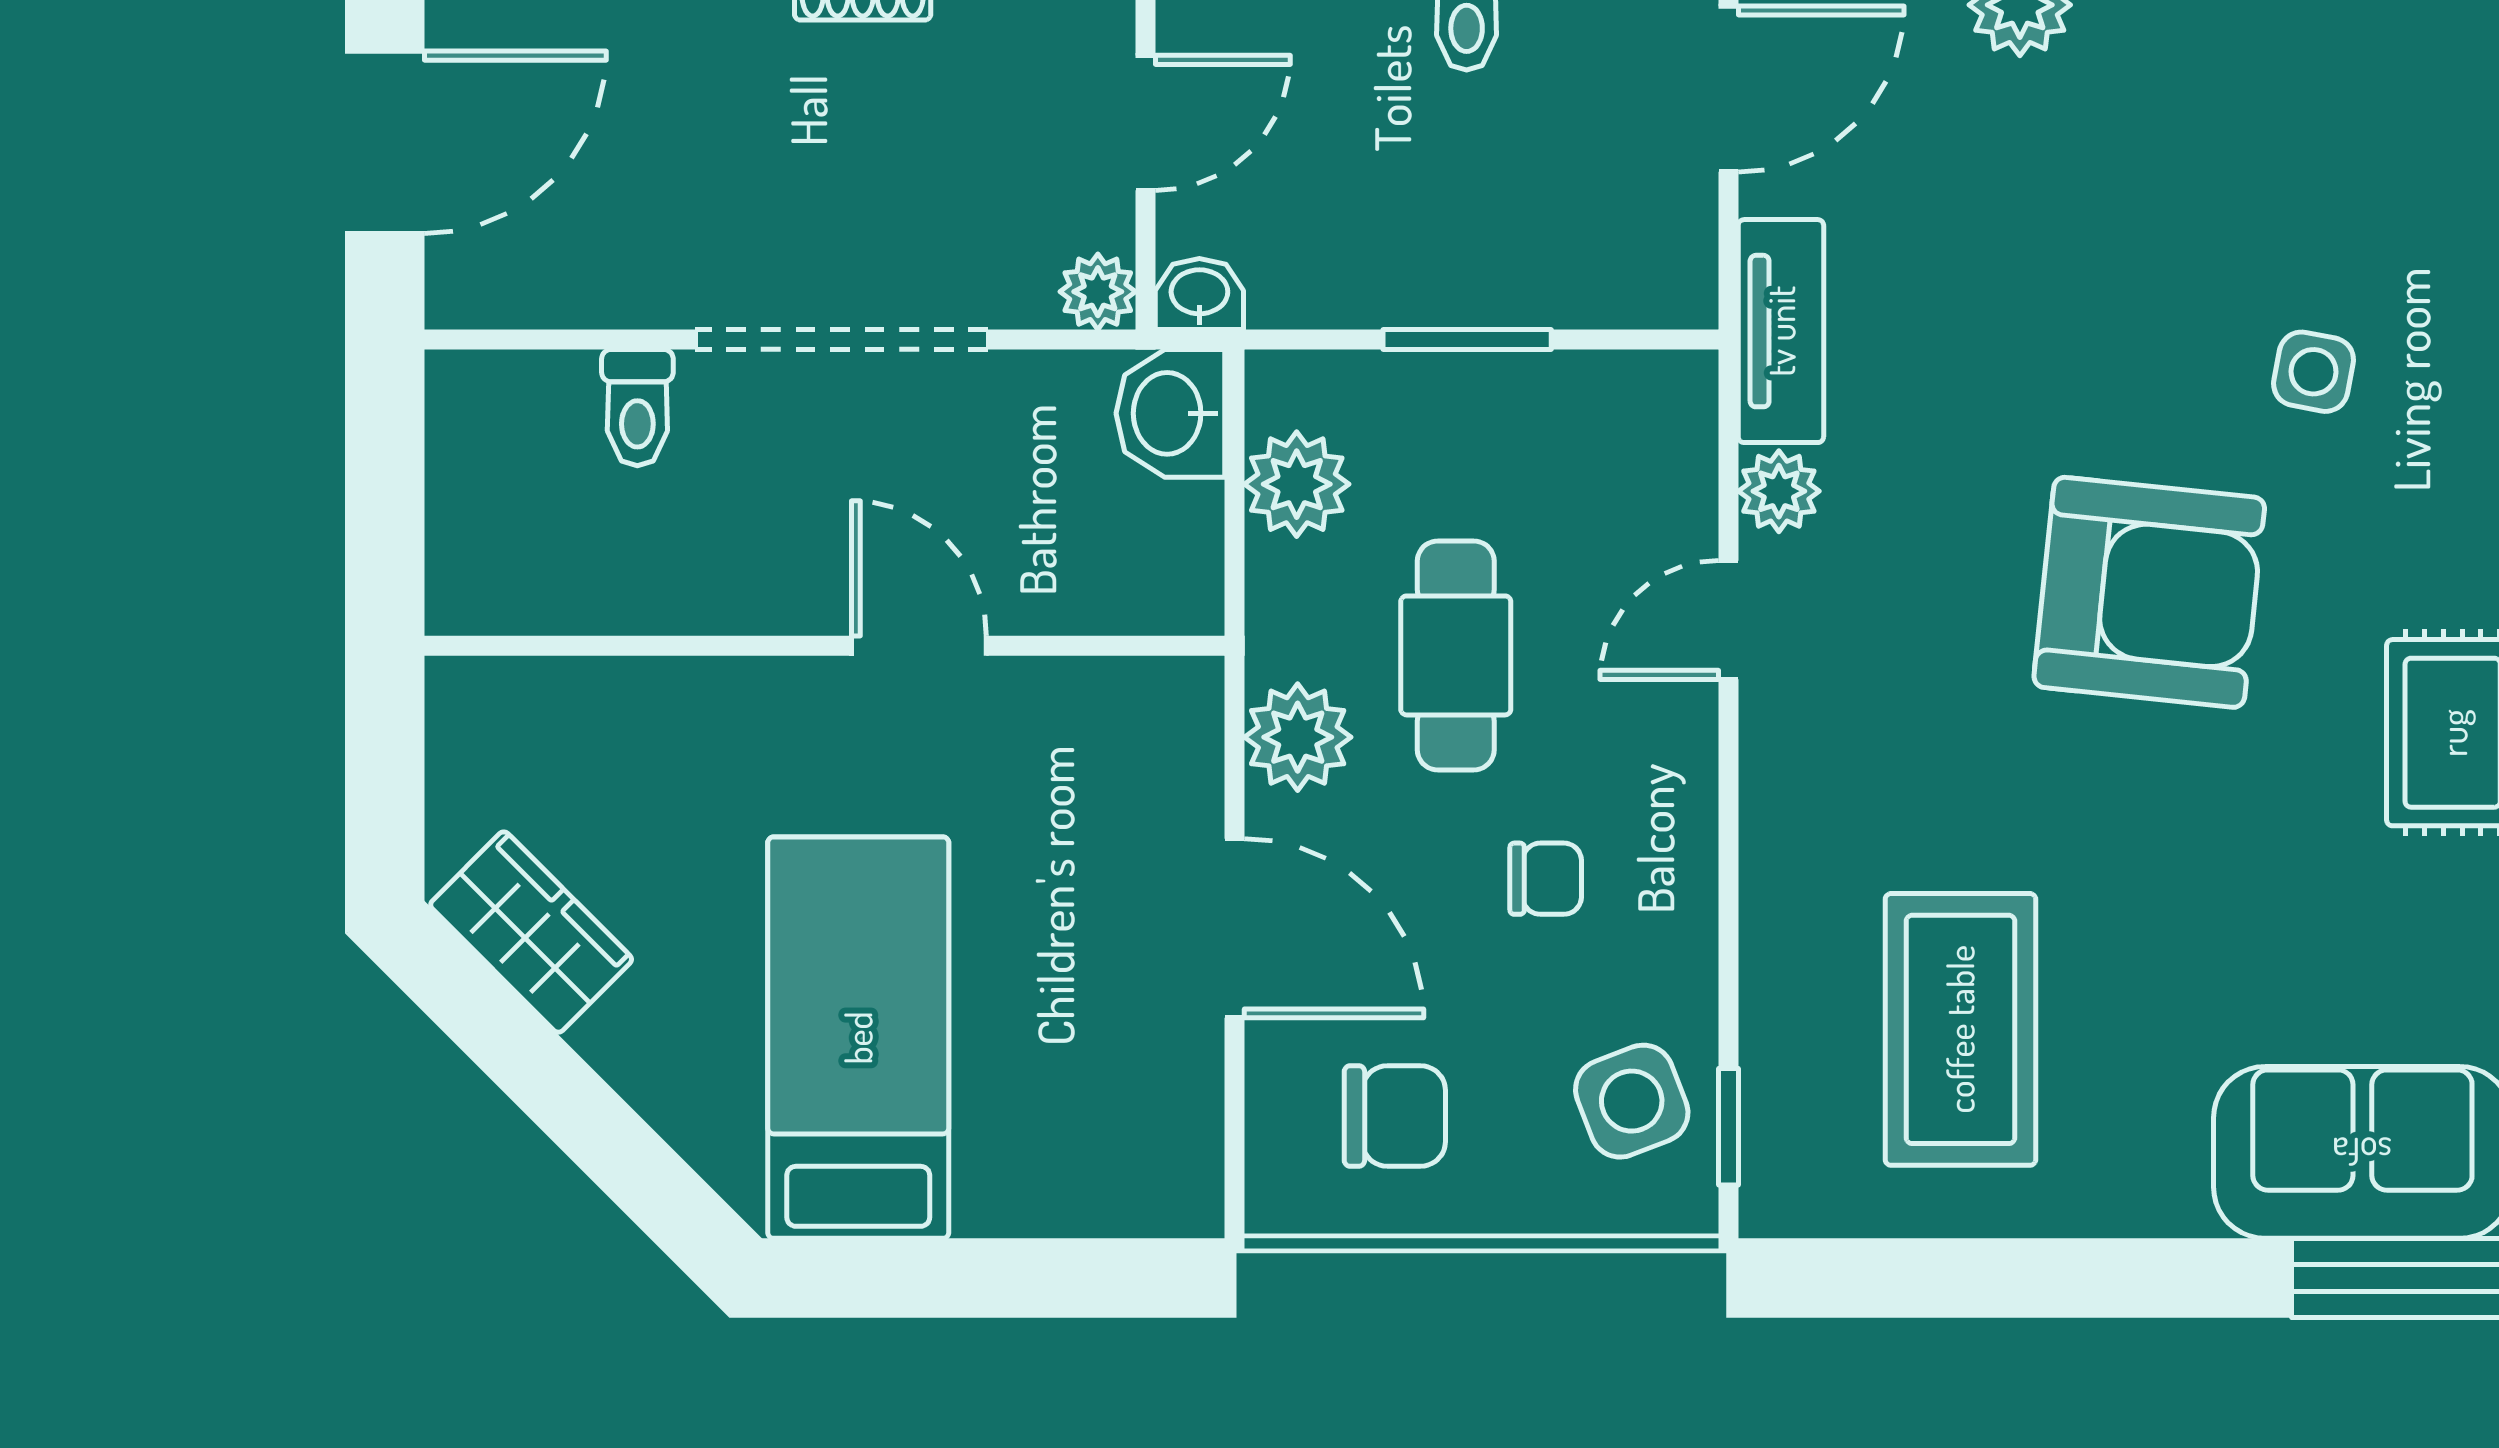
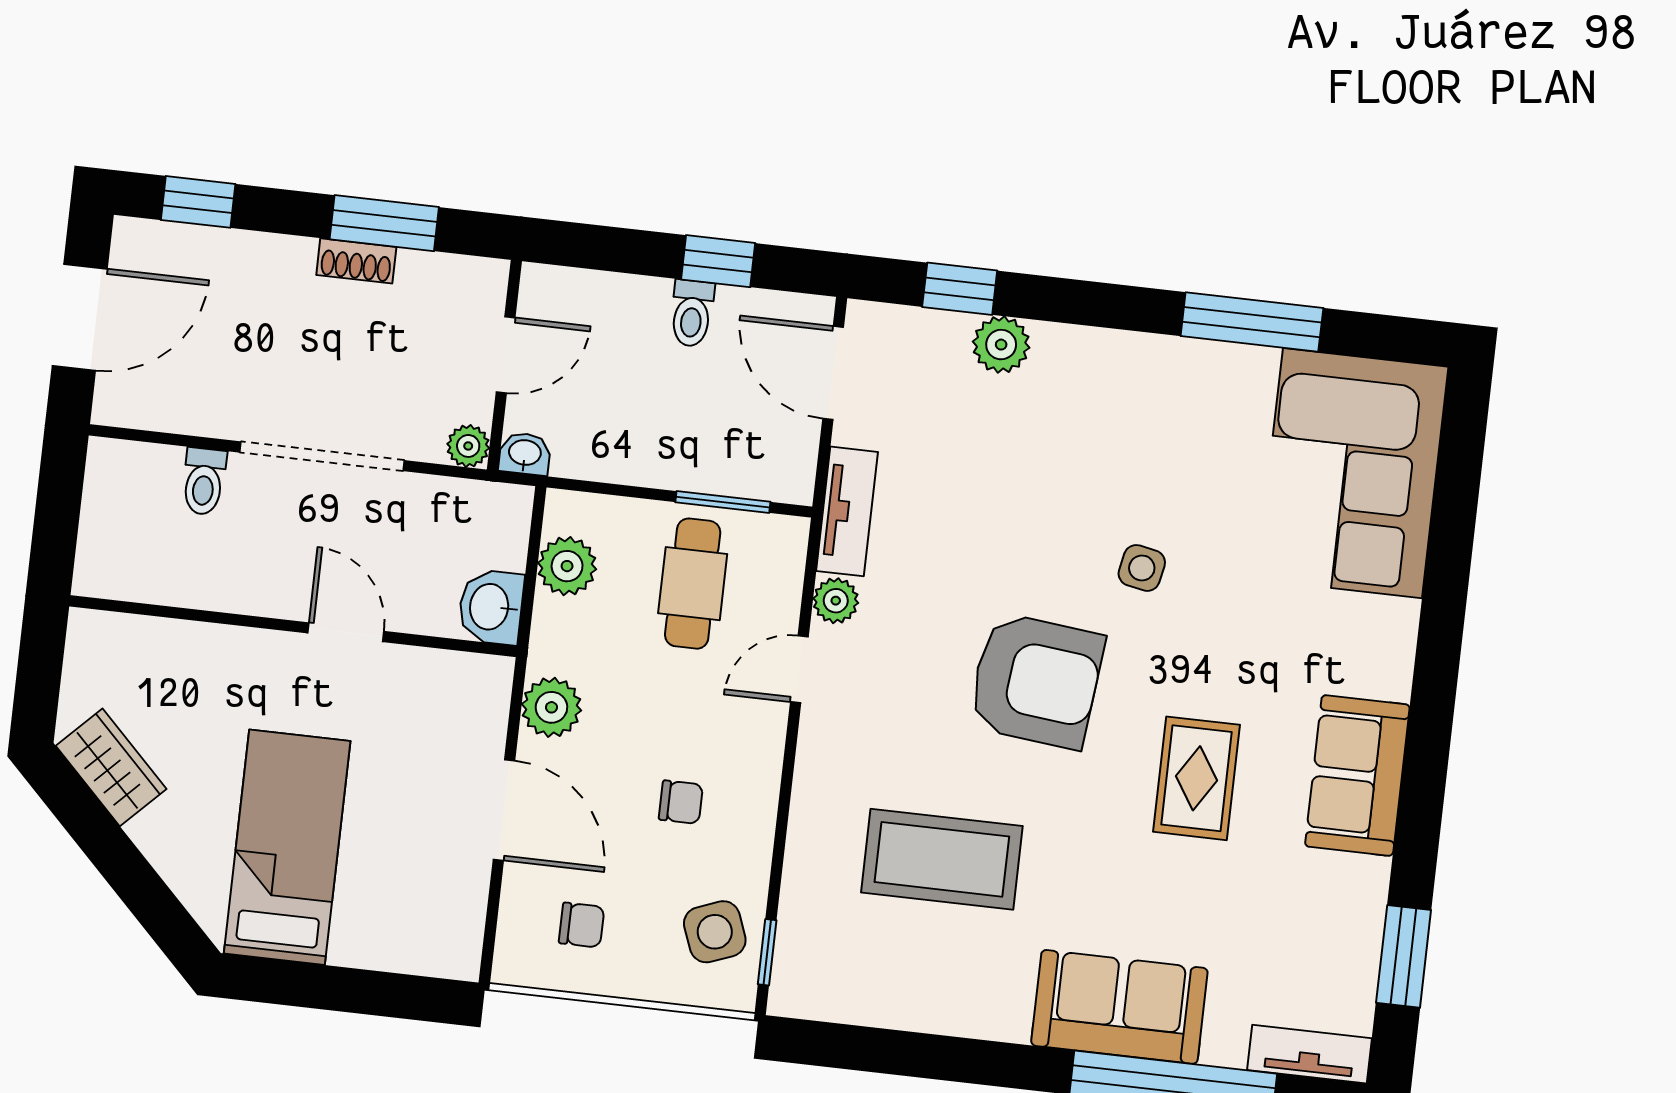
door: (1728, 89) -> (833, 373), swing flipped
window: (1467, 339) -> (723, 502), moved
washbasin: (1170, 413) -> (491, 607), moved
cafe table: (1456, 655) -> (693, 584), moved
coffee table: (1960, 1029) -> (942, 859), moved, turned 90
chair: (1395, 1116) -> (582, 925), width x0.73, depth x0.73

